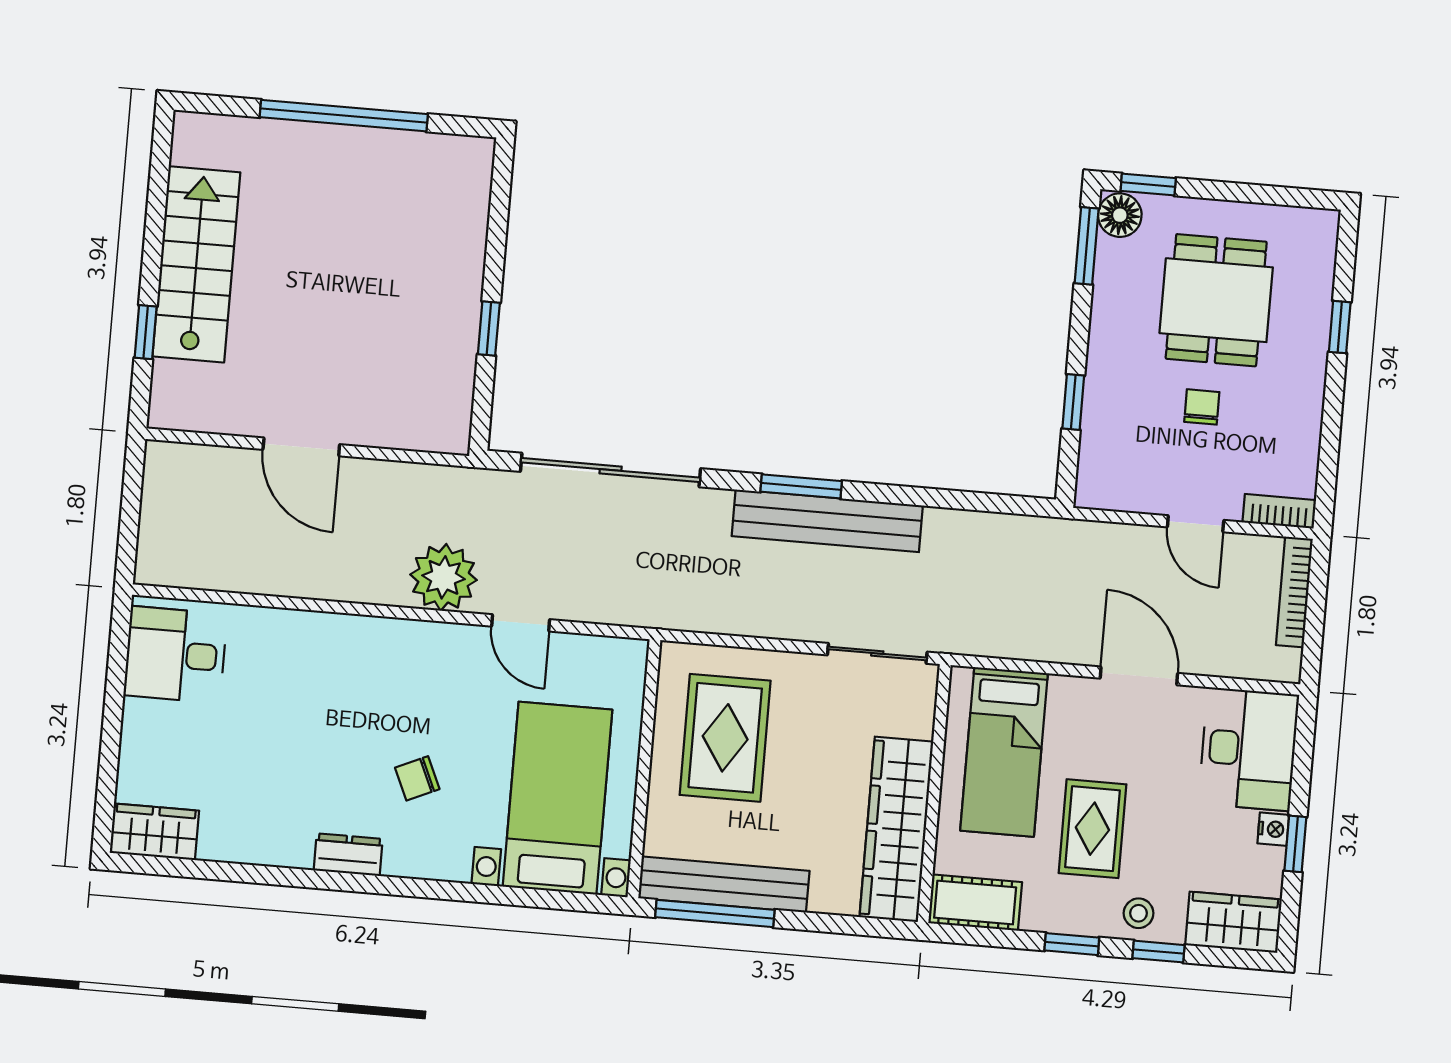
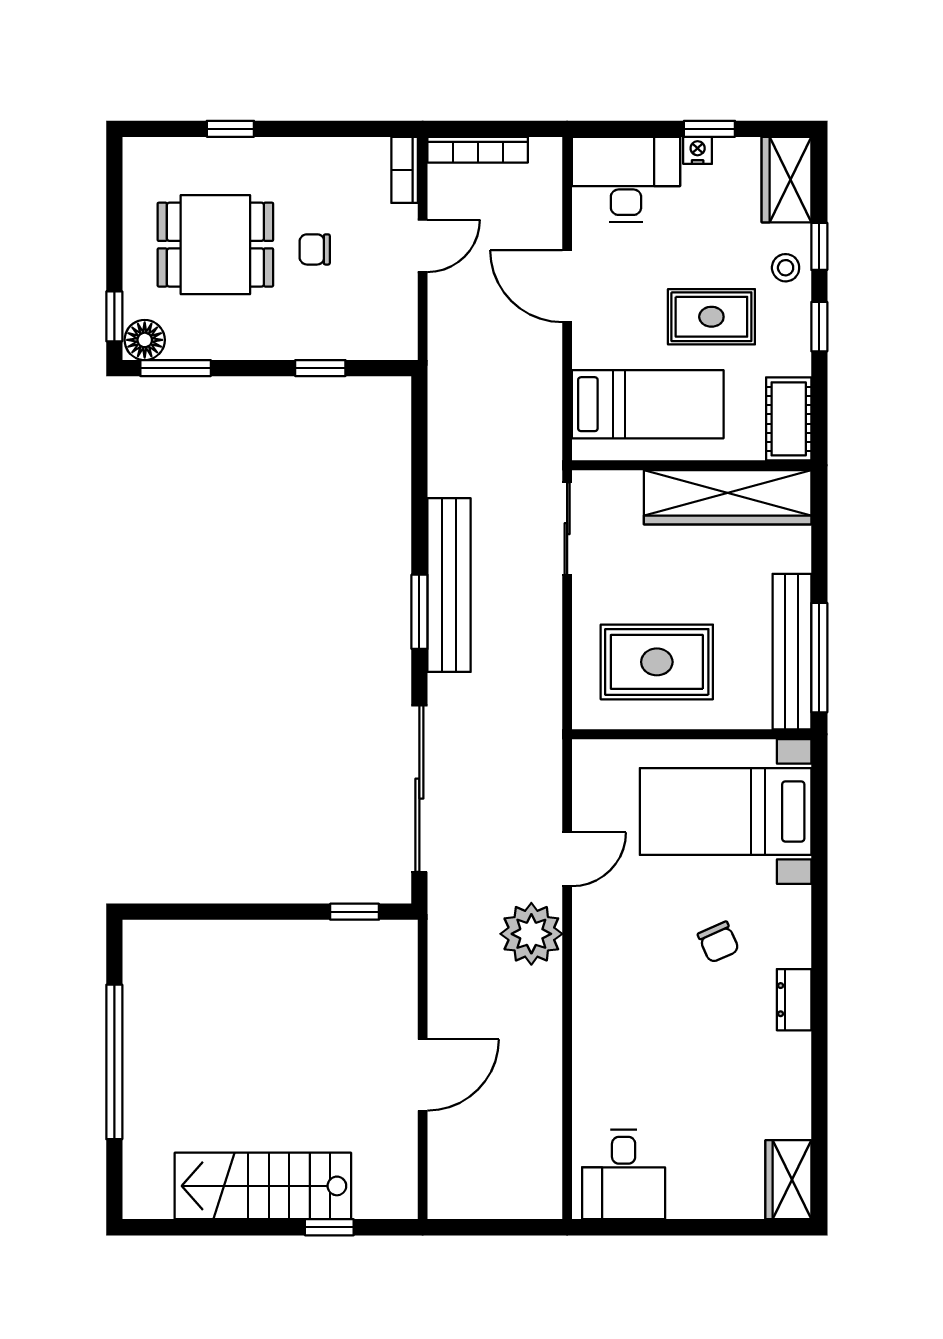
window: (489, 328) -> (355, 912), moved
door: (1139, 676) -> (567, 286), hinge flipped

